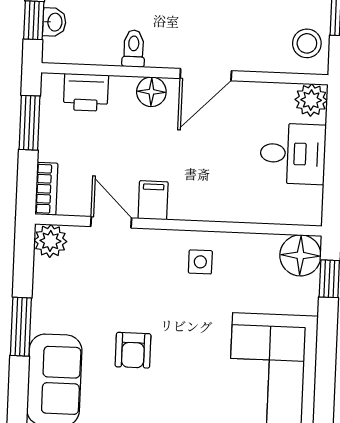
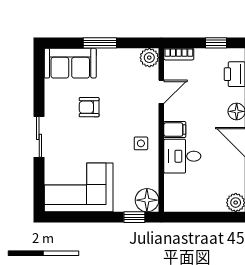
window: (29, 123) -> (216, 43), width x0.67
desk: (293, 154) -> (182, 156), moved, turned 90
filing cabinet: (153, 200) -> (175, 130), moved

